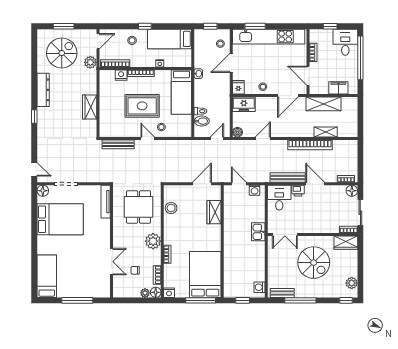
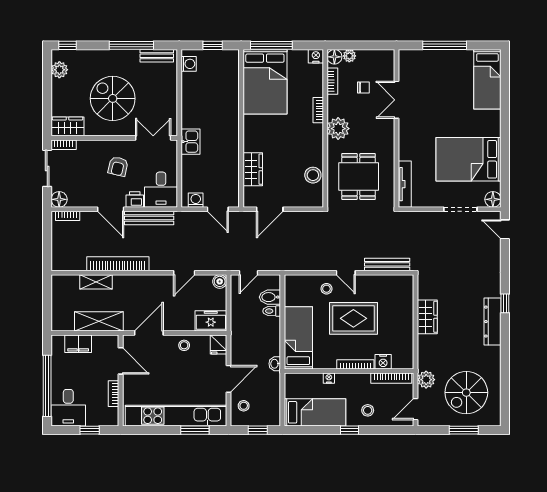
dresser: (43, 90) -> (492, 322), moved
armchair: (310, 214) -> (118, 166), added

